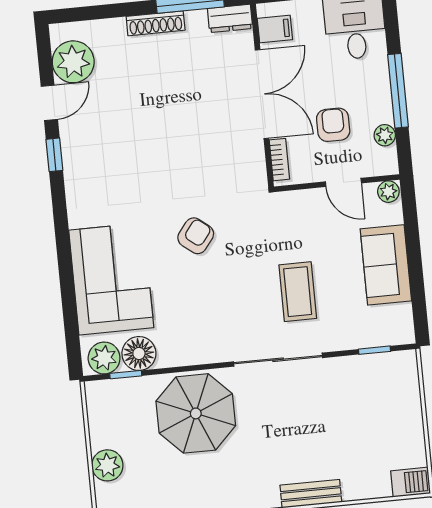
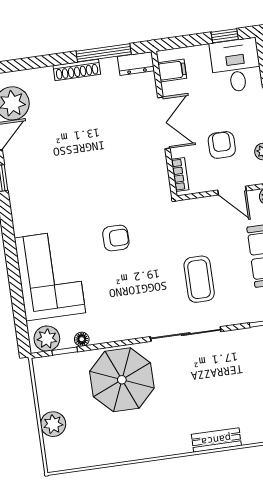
double door: (262, 94) -> (164, 123), width x0.73
armchair: (196, 236) -> (116, 238), turned 52
floor lamp: (139, 353) -> (82, 339), width x0.53, depth x0.53

